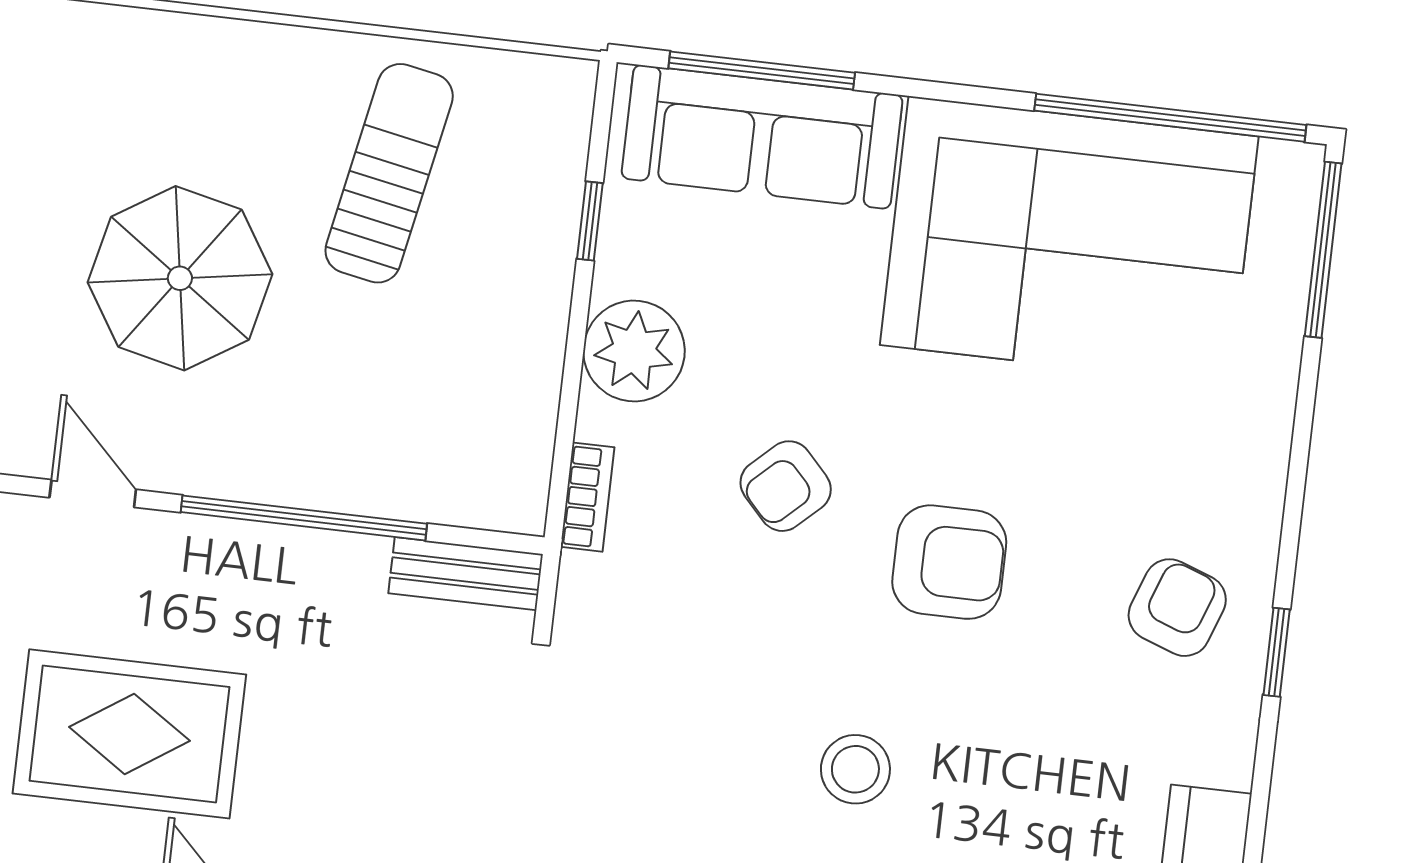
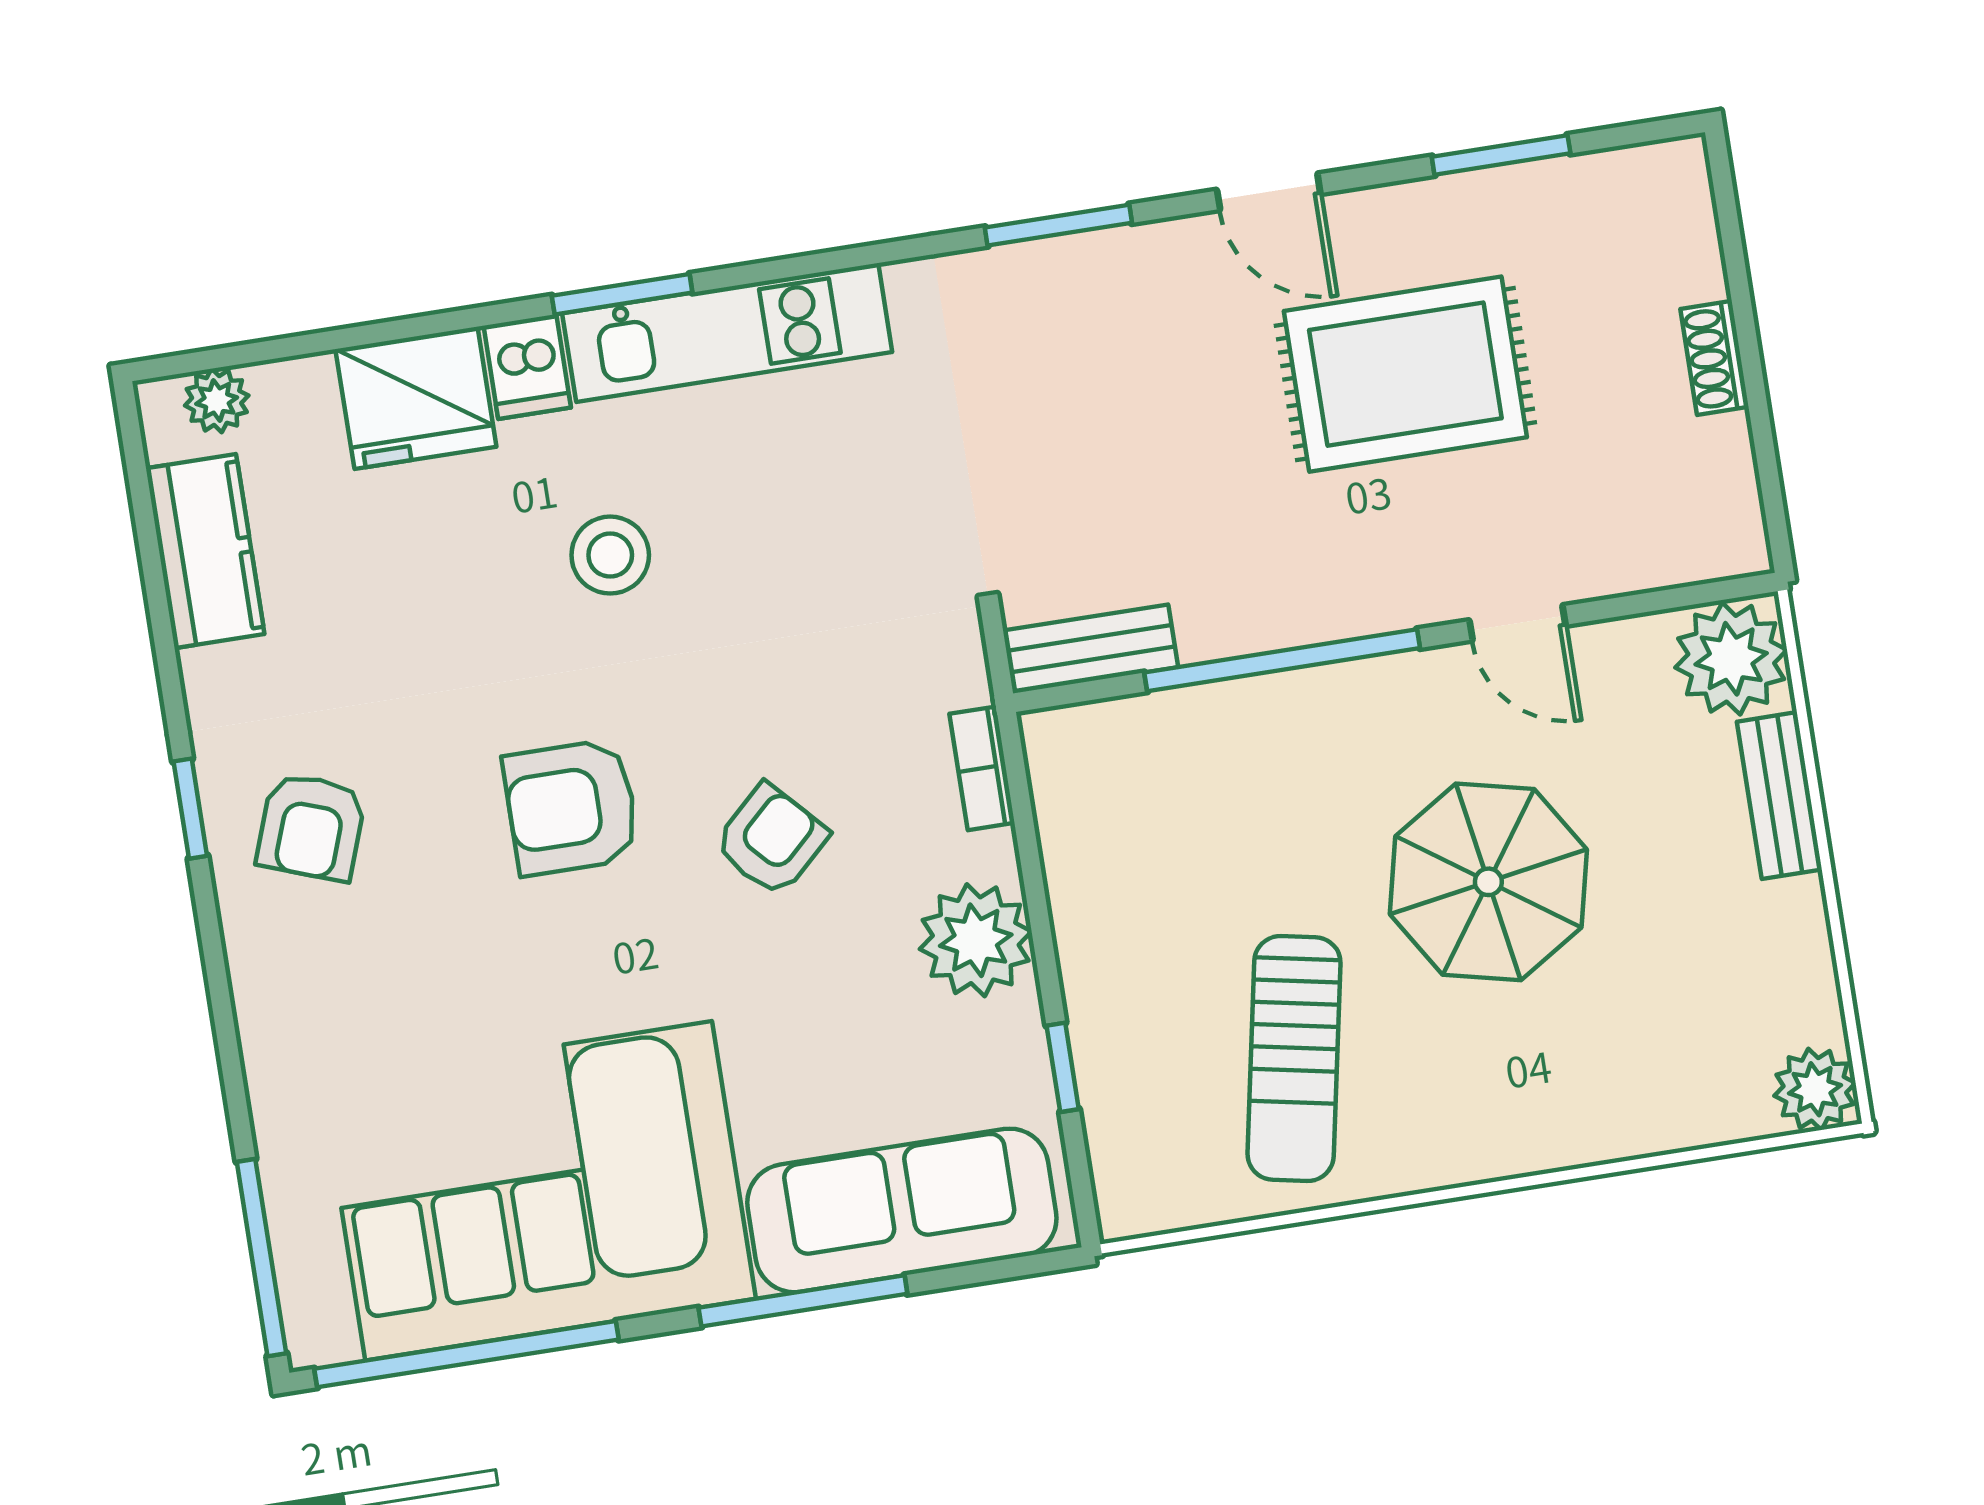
window: (762, 70) -> (803, 1301), moved

